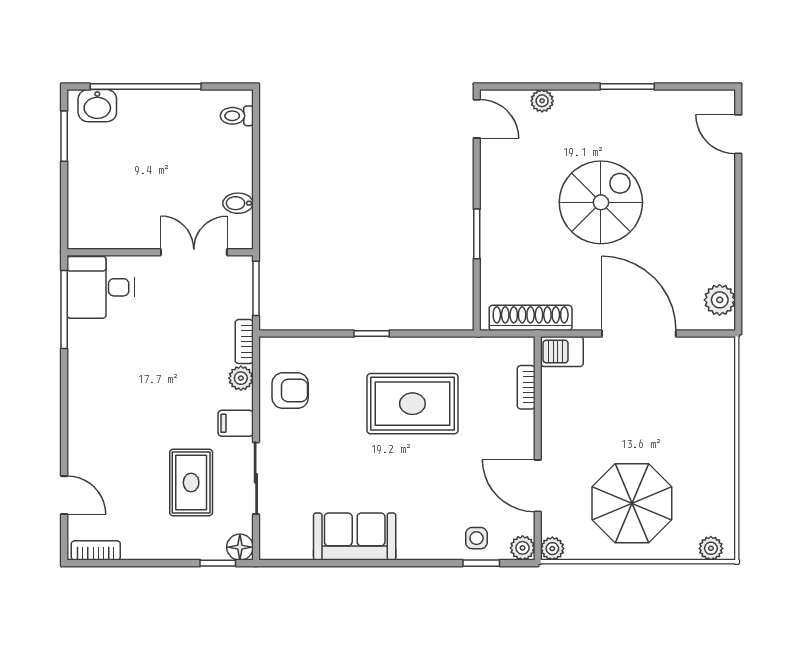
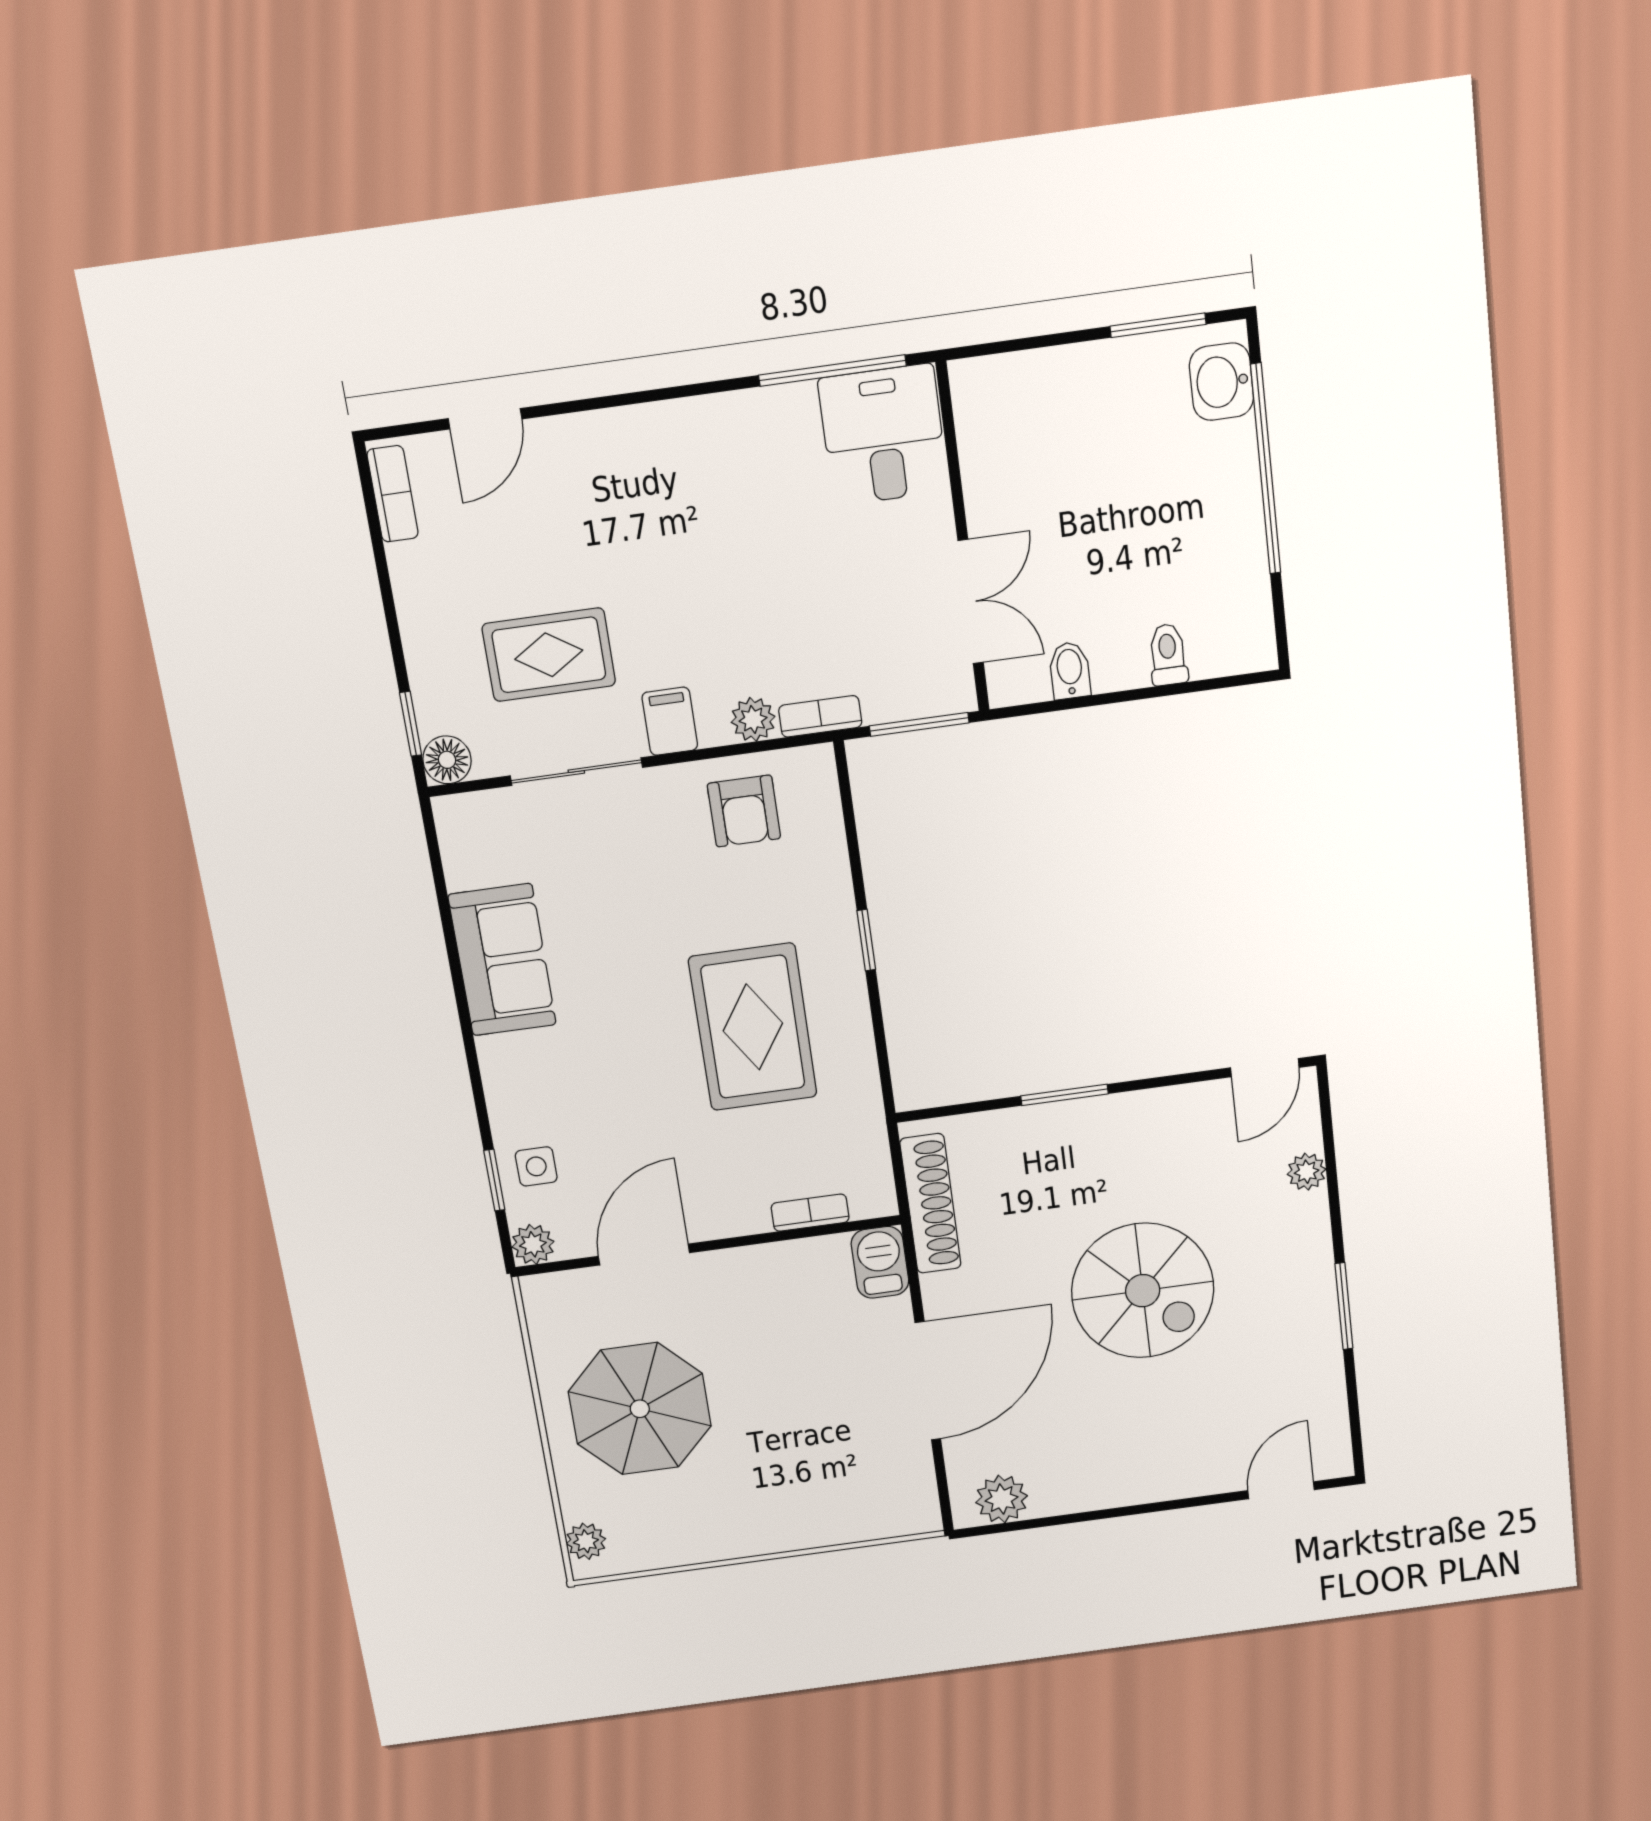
toilet: (237, 116) -> (1168, 655), moved
plant: (552, 549) -> (540, 1293), removed

